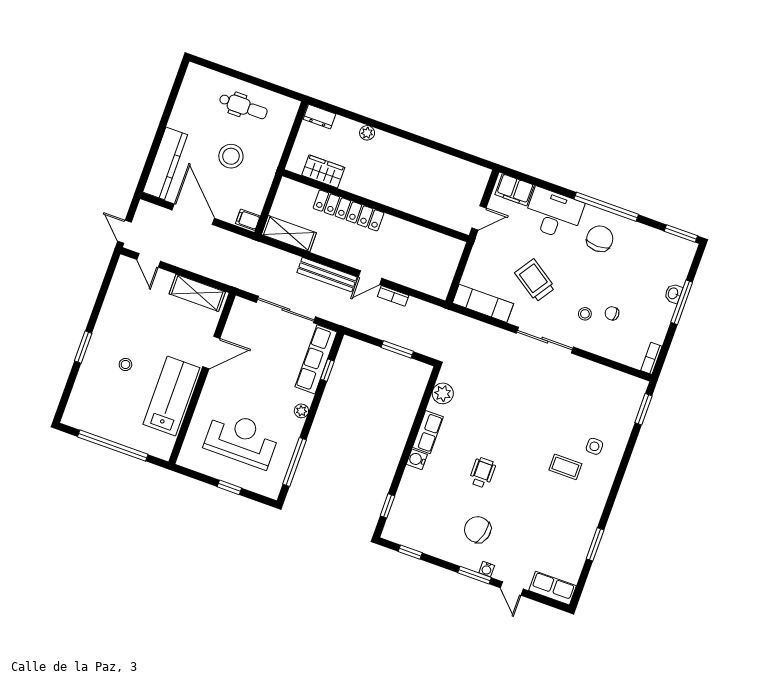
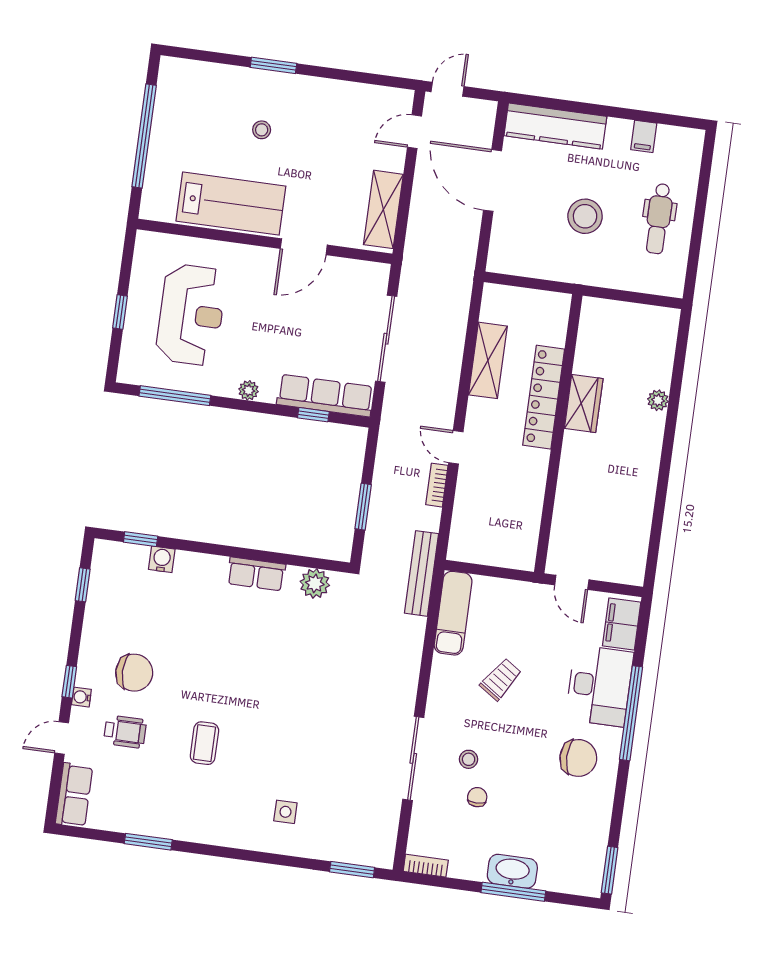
dresser: (319, 117) -> (667, 329), removed
wardrobe: (323, 171) -> (584, 403), moved
window: (606, 207) -> (631, 713), moved
door: (193, 214) -> (492, 180), swing flipped
filing cabinet: (248, 220) -> (644, 136), moved, turned 180
shelving: (289, 234) -> (488, 360), moved
bench: (327, 275) -> (422, 573), moved
trolley: (535, 280) -> (501, 679), width x0.73, depth x0.72
washbasin: (673, 293) -> (512, 871), width x1.91, depth x1.45
sliding door: (545, 340) -> (413, 758), moved
door: (211, 352) -> (304, 247), hinge flipped
water cooler: (417, 459) -> (162, 559), moved
coffee table: (565, 467) -> (204, 743), moved
wheelchair: (482, 473) -> (125, 732), moved
chair: (478, 530) -> (134, 673), turned 76
window: (475, 575) -> (69, 682), width x0.67

